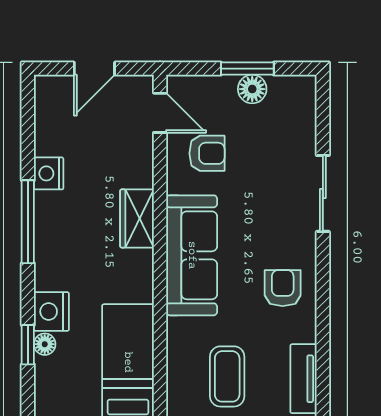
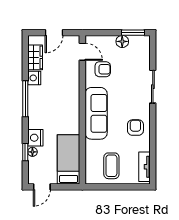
window: (247, 69) -> (133, 33), moved
wardrobe: (137, 218) -> (35, 57), moved, turned 180

